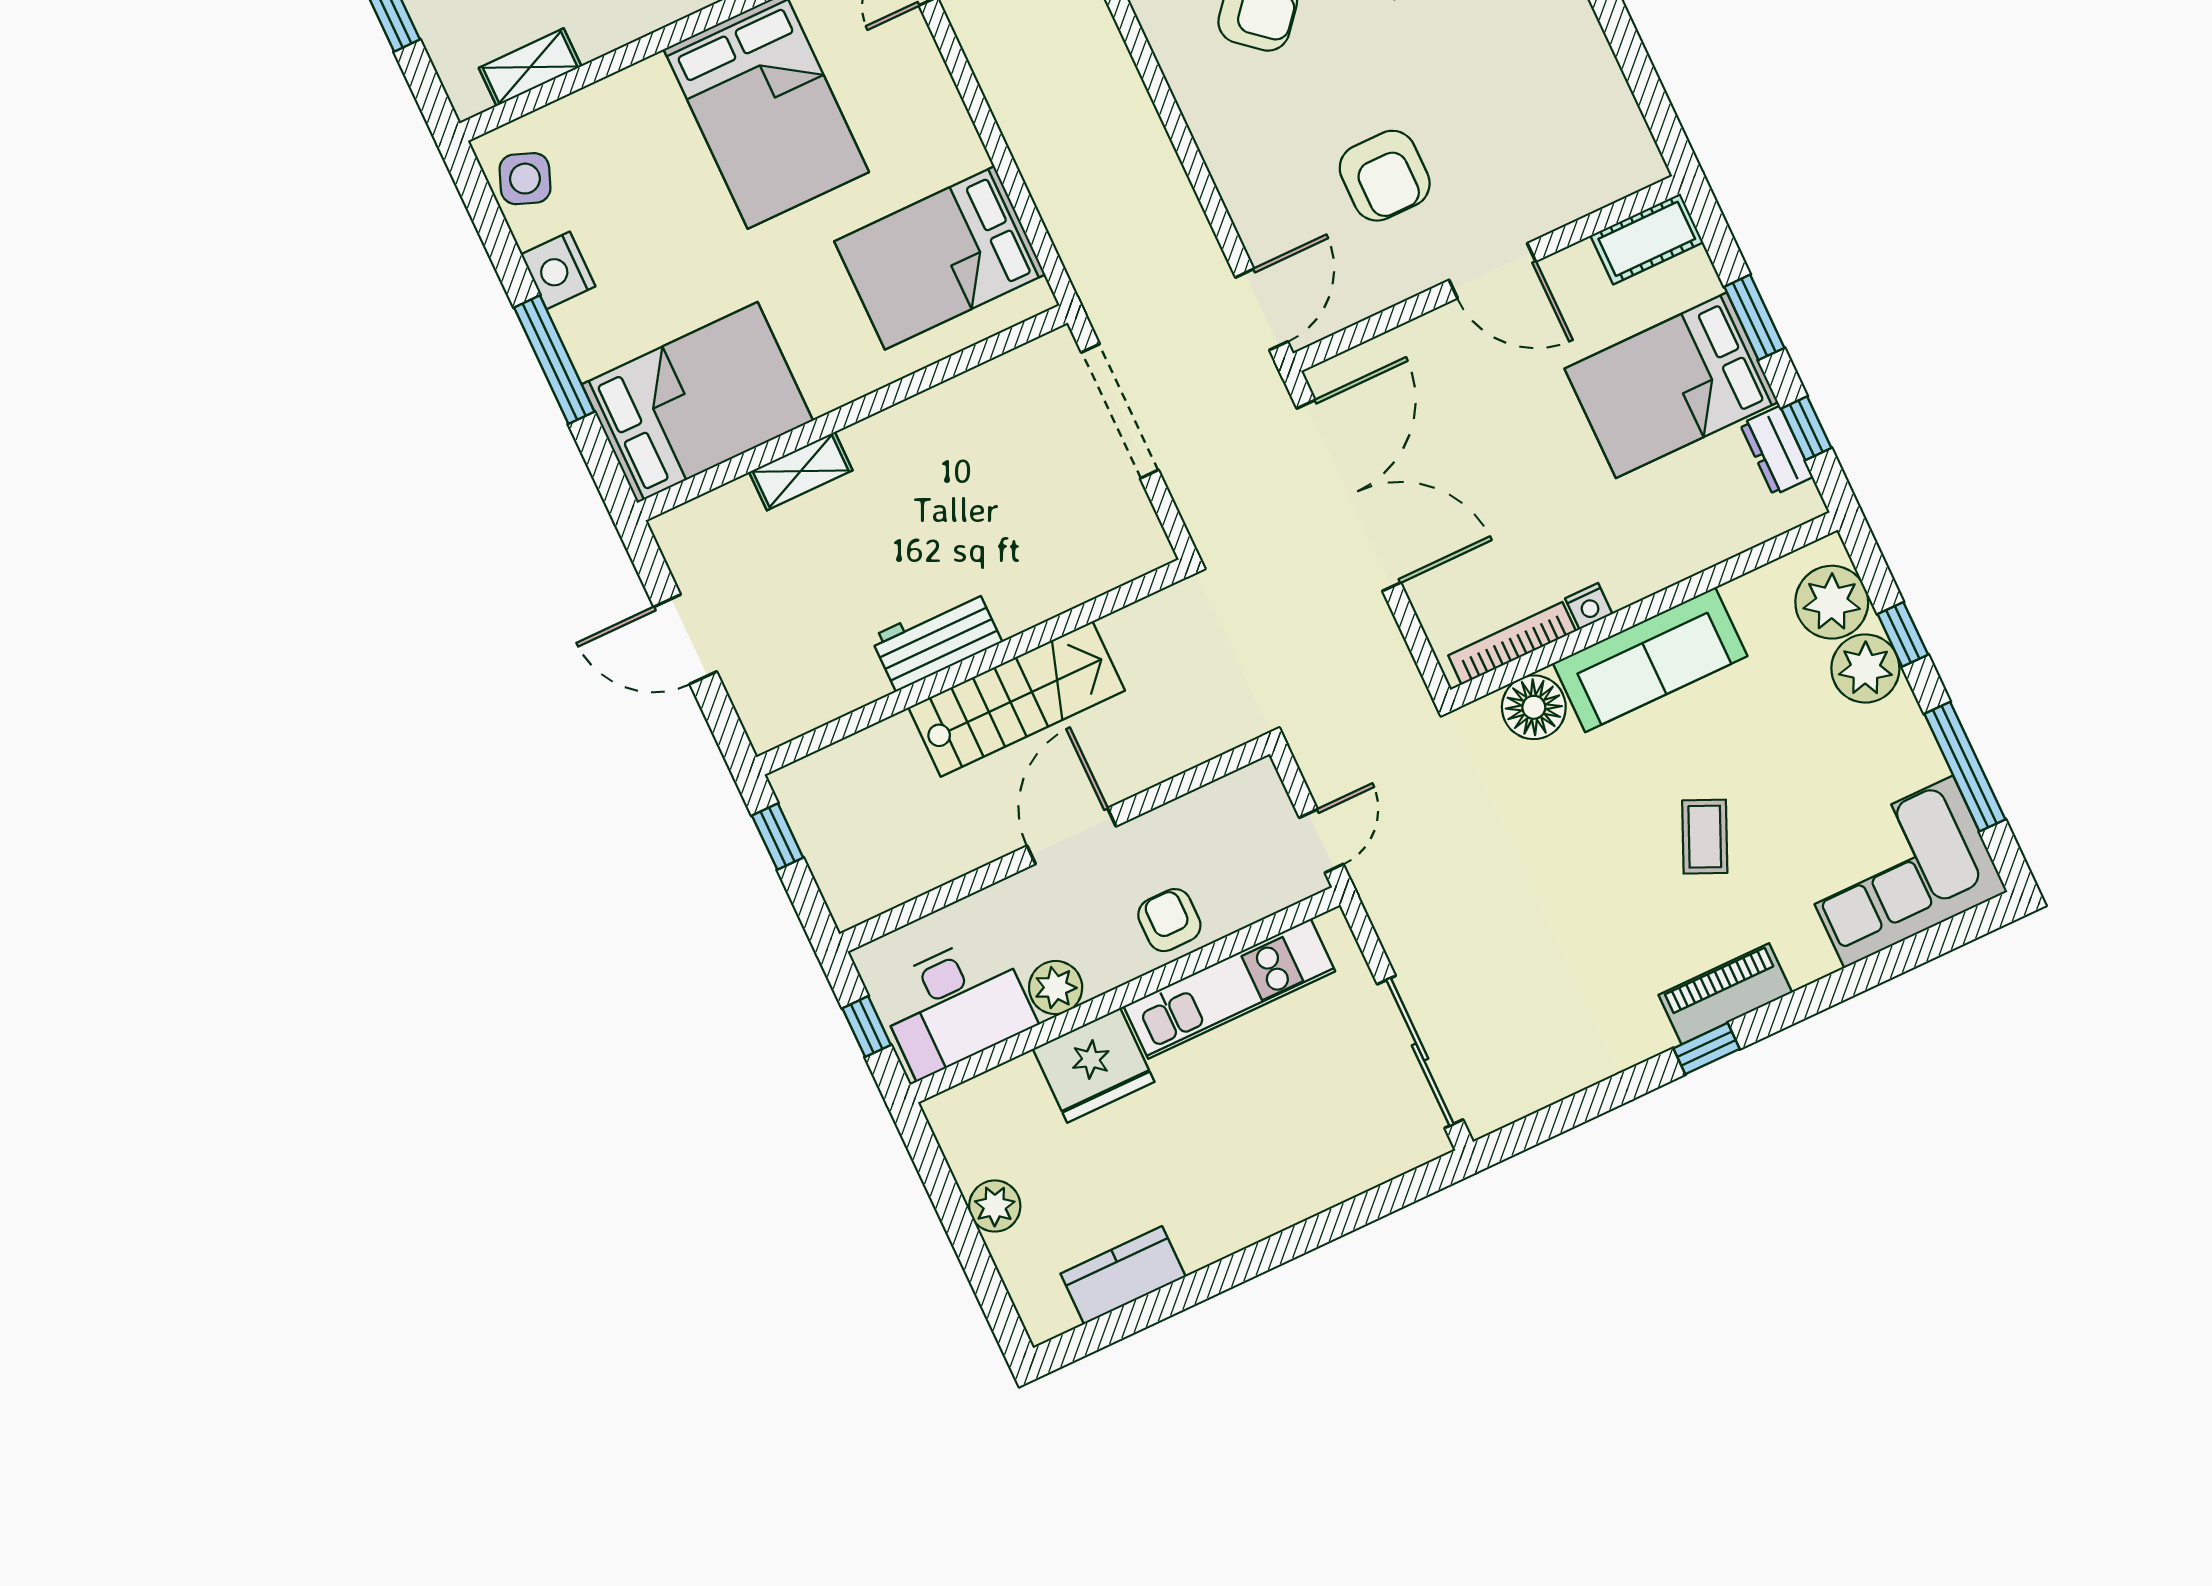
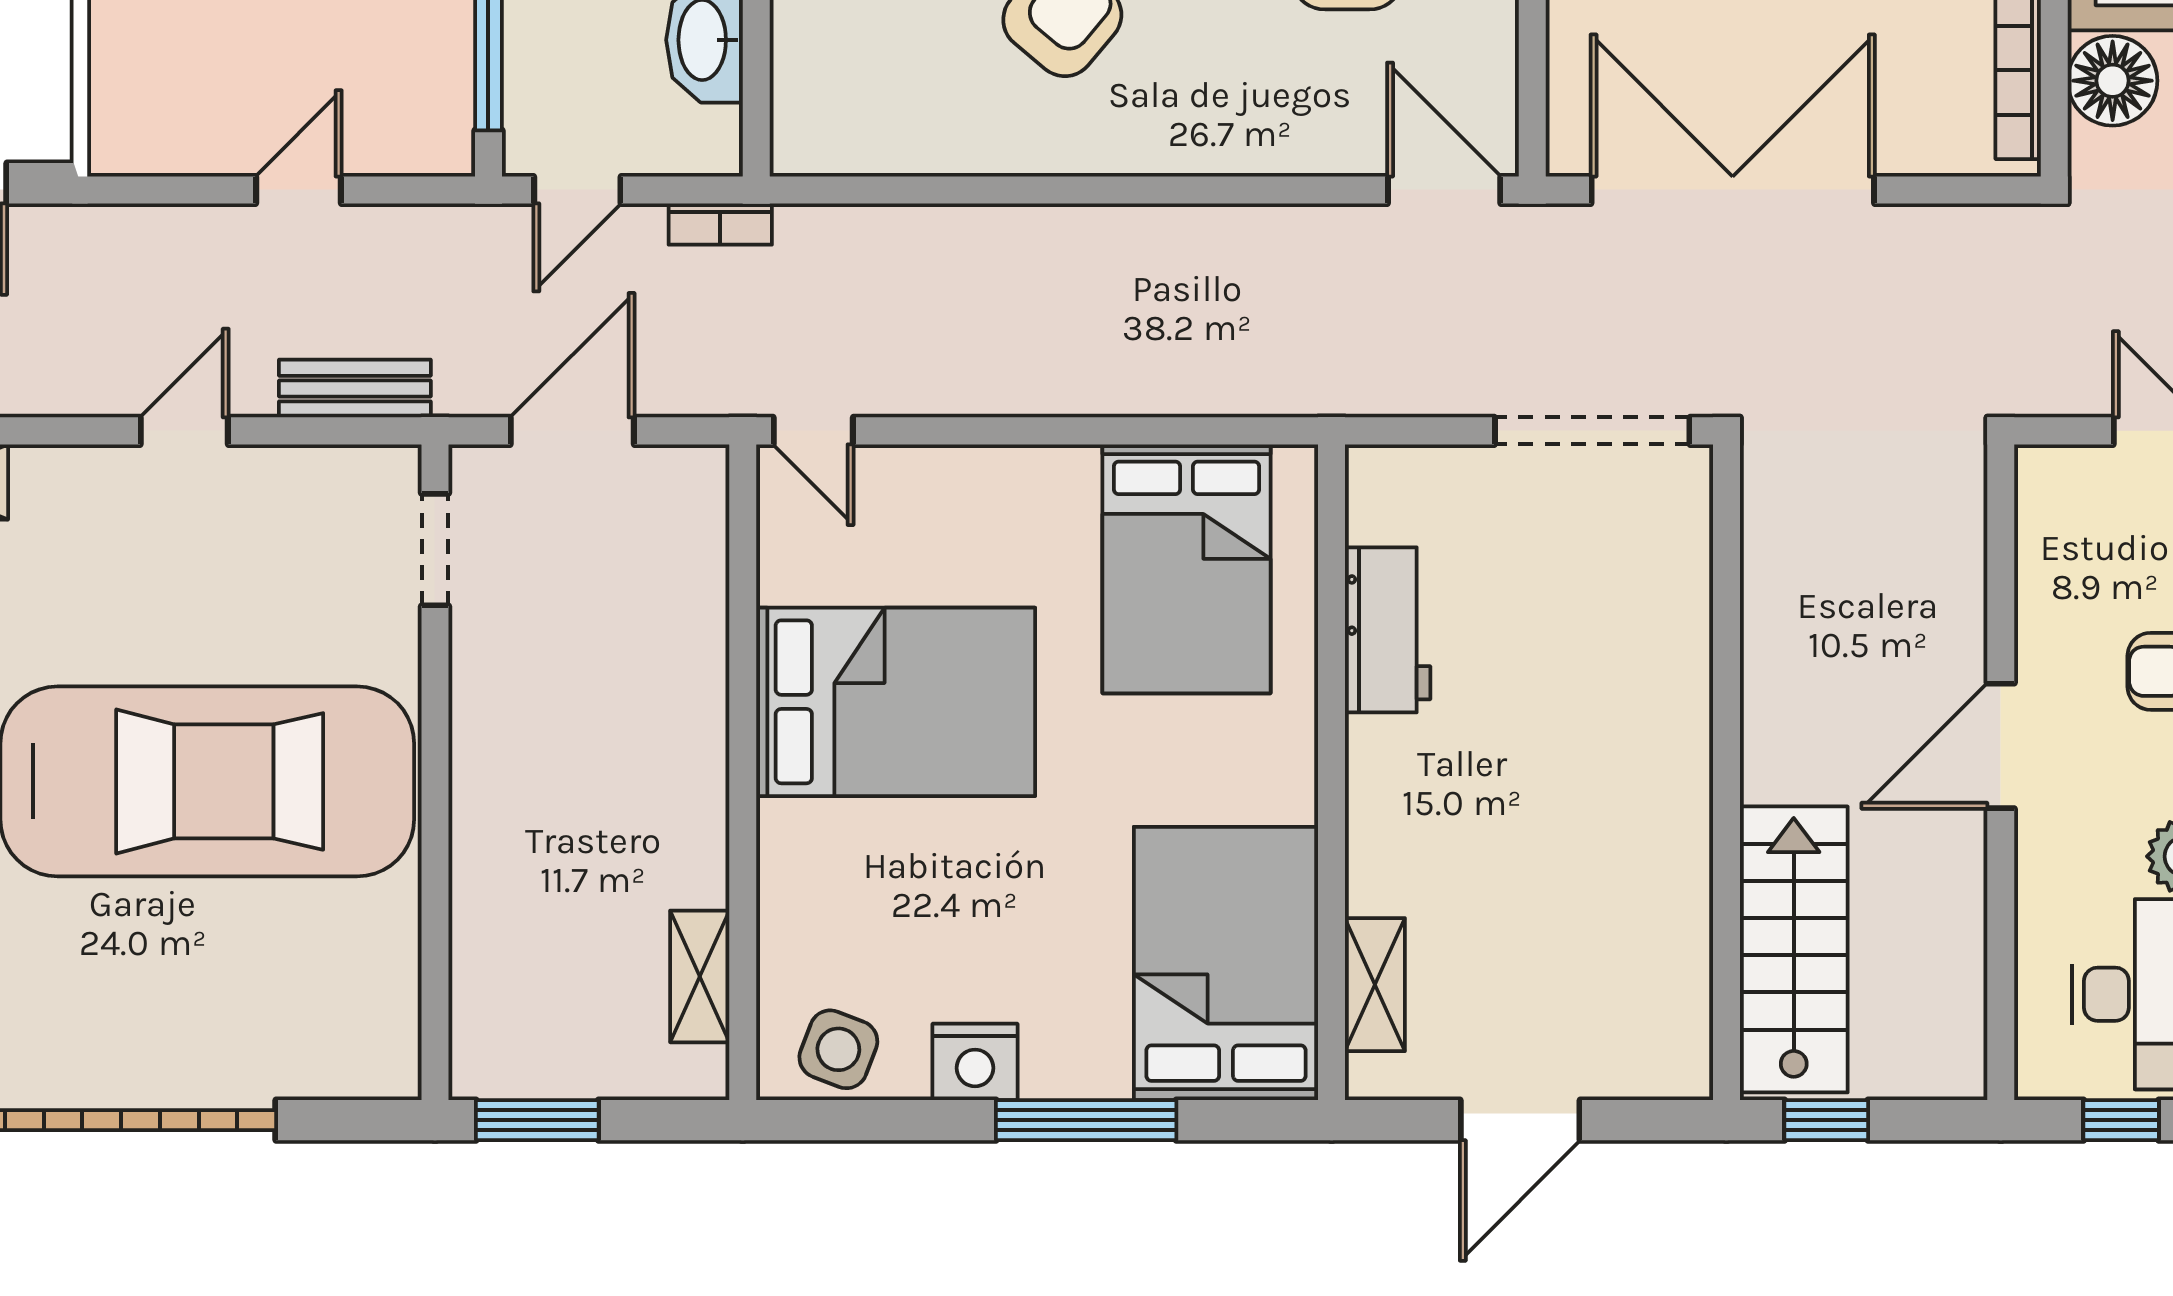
doorway: (1120, 411) -> (1592, 431), moved
shelving: (801, 471) -> (1375, 985), moved
workbench: (936, 640) -> (1388, 630), moved, turned 180
stairs: (1017, 699) -> (1794, 949), moved
door: (1071, 836) -> (2001, 746), hinge flipped

